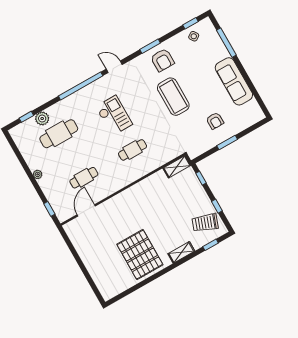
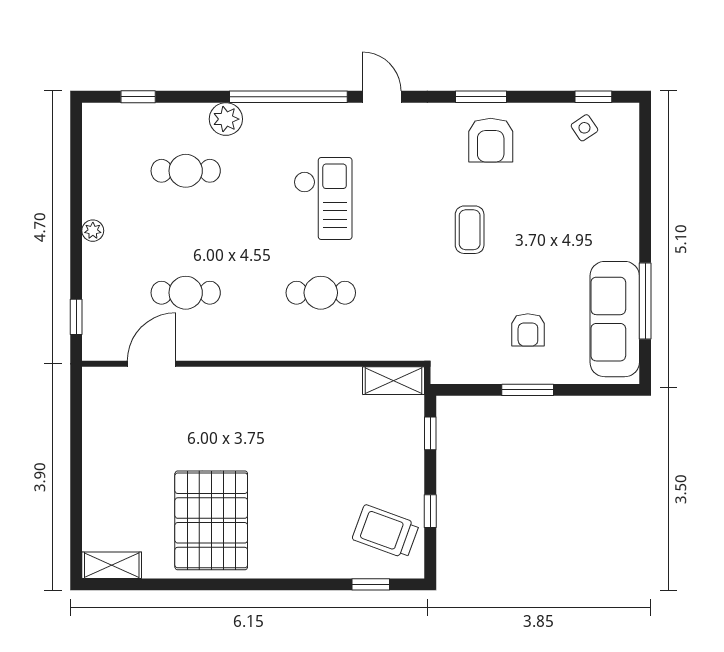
window: (226, 43) -> (645, 301), moved
sofa: (234, 81) -> (615, 319), moved
coffee table: (173, 97) -> (470, 230), width x0.54, depth x0.58
plant: (42, 118) -> (226, 119), moved
cafe table: (59, 134) -> (186, 171), width x0.73, depth x0.74
shelving: (181, 252) -> (112, 565), moved

